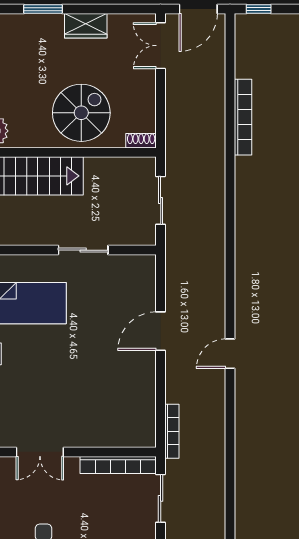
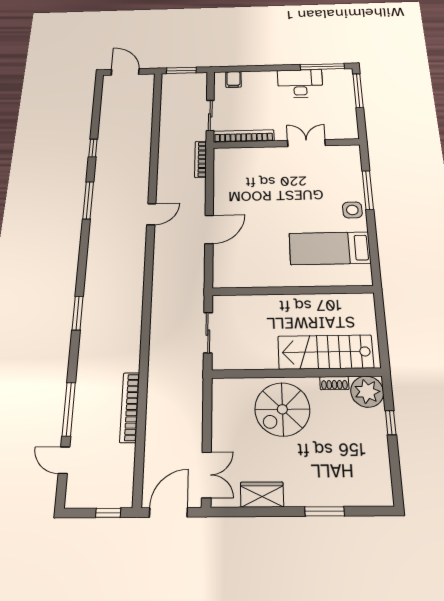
wardrobe: (86, 26) -> (262, 495), moved
shoe rack: (141, 141) -> (334, 383), moved
sliding door: (83, 250) -> (277, 291), removed

